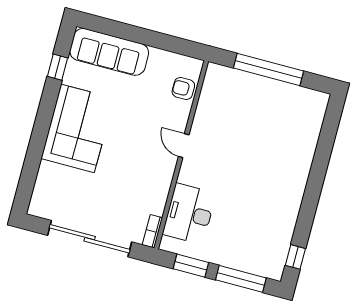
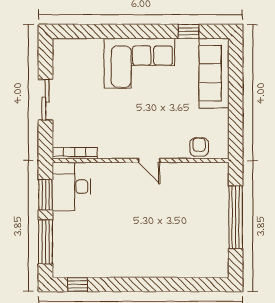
door: (184, 146) -> (149, 161), swing flipped
desk: (189, 214) -> (71, 187), moved, turned -90
bookcase: (152, 231) -> (75, 153), width x1.56
sliding door: (90, 239) -> (45, 100), width x0.54

